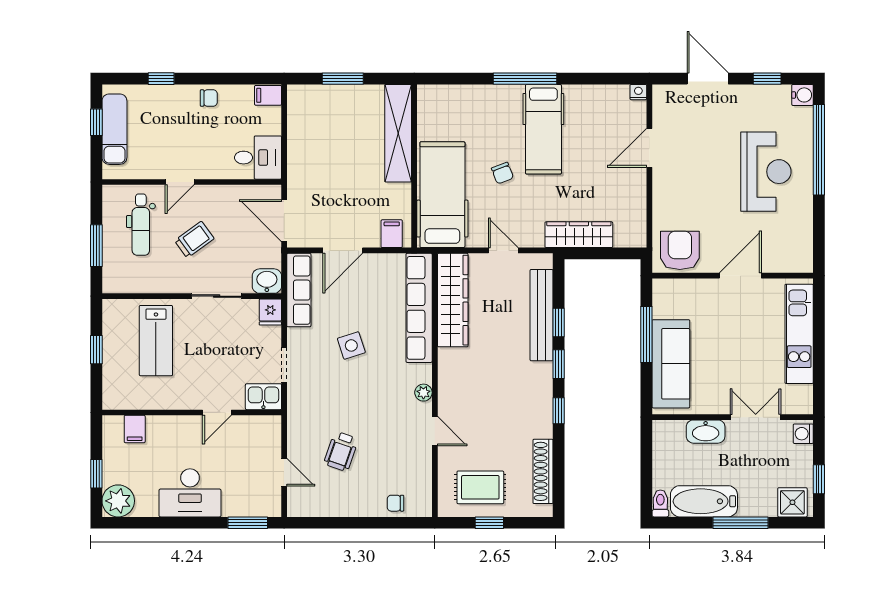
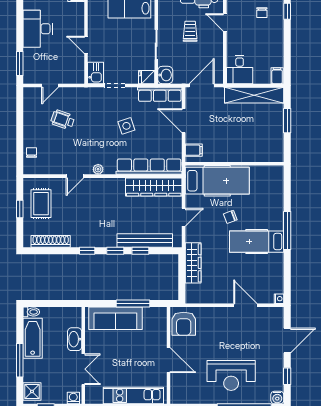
chair: (209, 98) -> (262, 13), moved
shelving: (398, 133) -> (254, 95), moved
trolley: (194, 240) -> (190, 31), turned -144
armchair: (680, 250) -> (184, 324), turned 90

